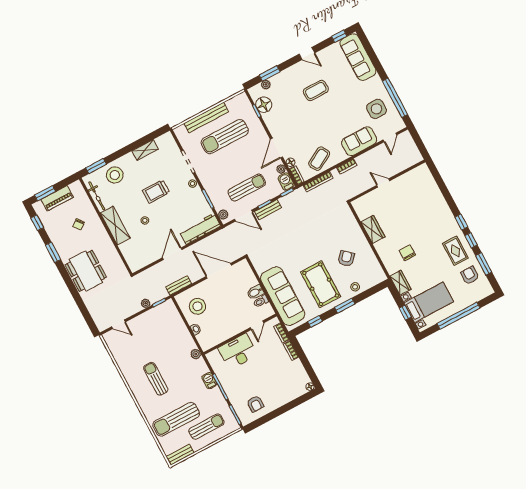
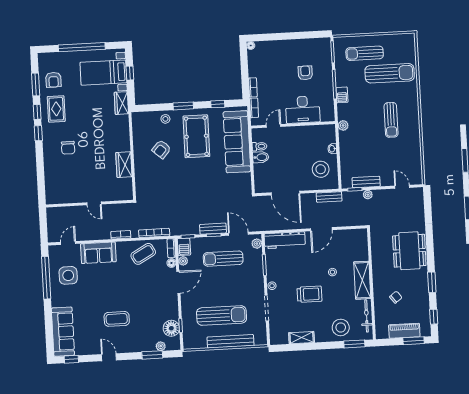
chair: (407, 253) -> (68, 148), moved
armchair: (255, 404) -> (305, 73), moved
bench: (180, 455) -> (366, 182), moved

